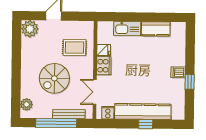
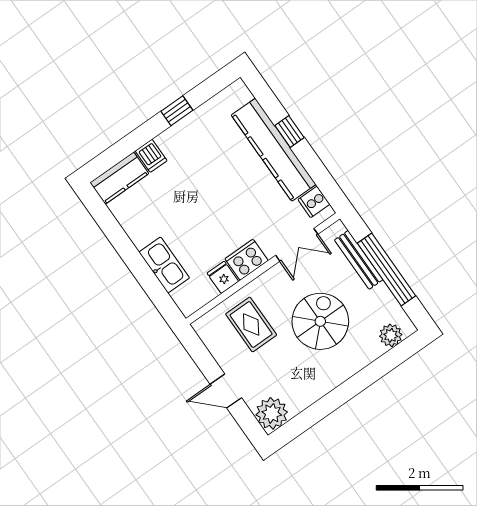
kitchen counter: (156, 29) -> (119, 178), moved, turned 90
dishwasher: (178, 72) -> (151, 156), moved
spiral stairs: (54, 78) -> (320, 321), turned -90

